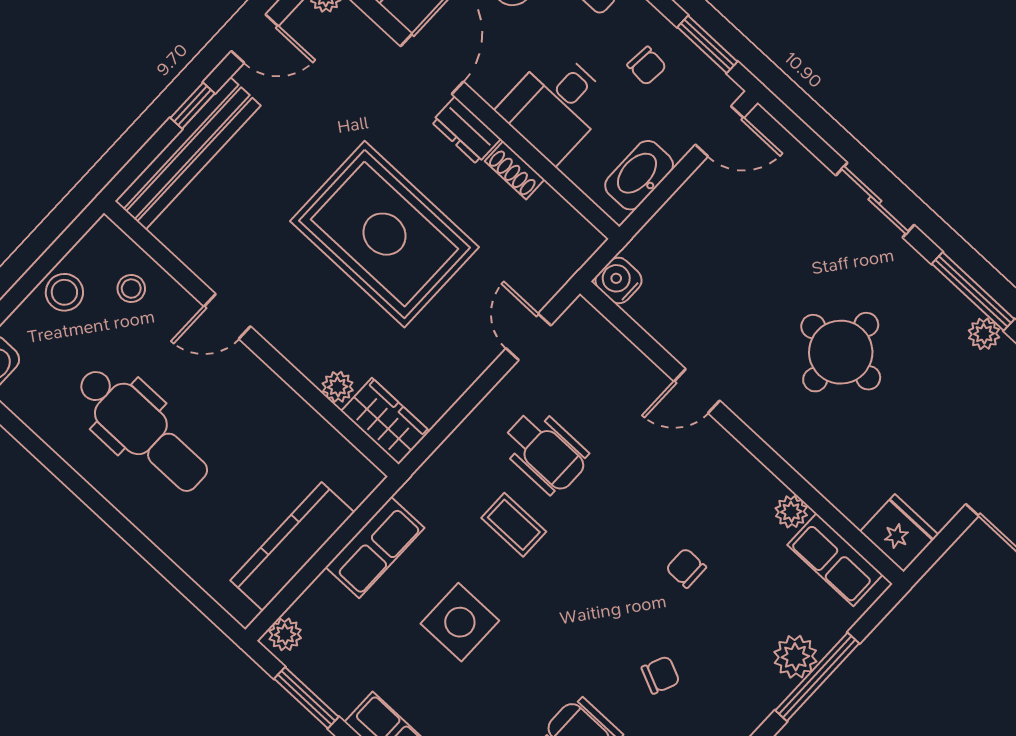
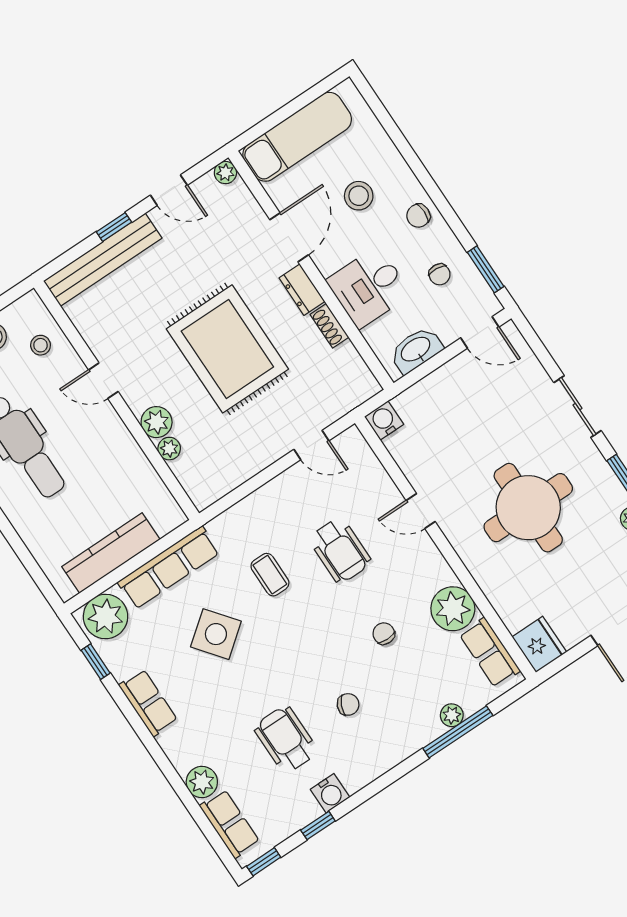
door: (528, 337) -> (311, 445), swing flipped
round table: (841, 352) -> (528, 508), width x1.36, depth x1.36
plant: (312, 355) -> (157, 422), added
wardrobe: (385, 421) -> (197, 481), removed
wheelchair: (545, 452) -> (340, 550), moved
plant: (791, 512) -> (453, 609), width x1.88, depth x1.88
row of seats: (375, 547) -> (169, 568), width x1.48
side table: (460, 622) -> (216, 634), turned -38
plant: (285, 634) -> (106, 617), width x1.88, depth x1.88
plant: (795, 657) -> (452, 715), width x0.73, depth x0.73
window: (306, 698) -> (96, 662), width x0.67

